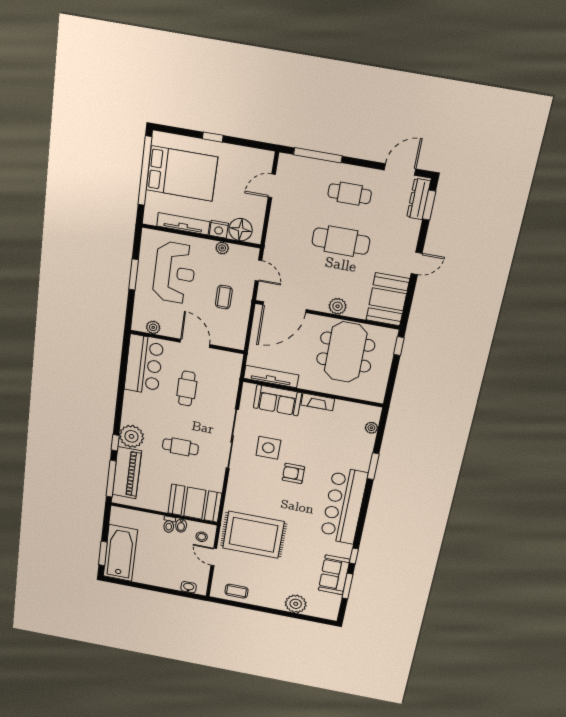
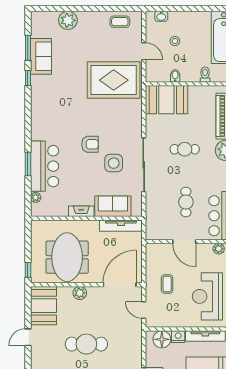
plant: (222, 248) -> (174, 323), removed
bar counter: (344, 506) -> (45, 166), moved, width x0.73
toilet: (169, 524) -> (205, 75), moved
stool: (202, 537) -> (175, 41), moved

